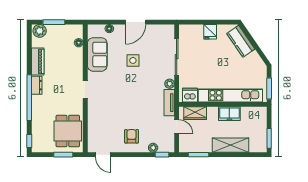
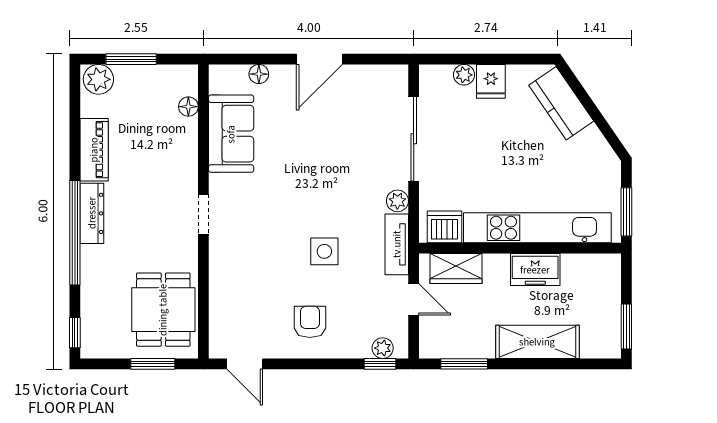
plant: (199, 29) -> (464, 75), added
side table: (133, 60) -> (324, 251), moved
dresser: (37, 85) -> (92, 213), width x1.44
plant: (153, 148) -> (383, 348), moved

